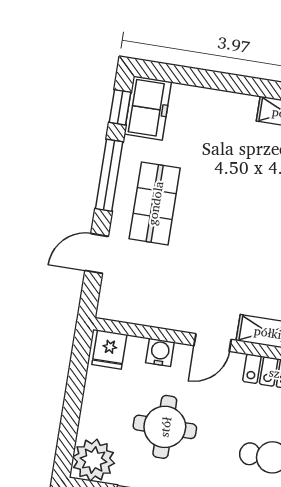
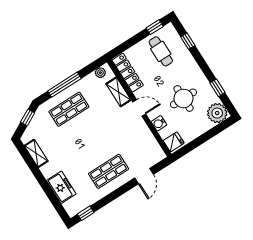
freezer: (148, 108) -> (61, 187), moved, turned 90
window: (109, 175) -> (113, 196), removed
door: (97, 253) -> (144, 176), hinge flipped

